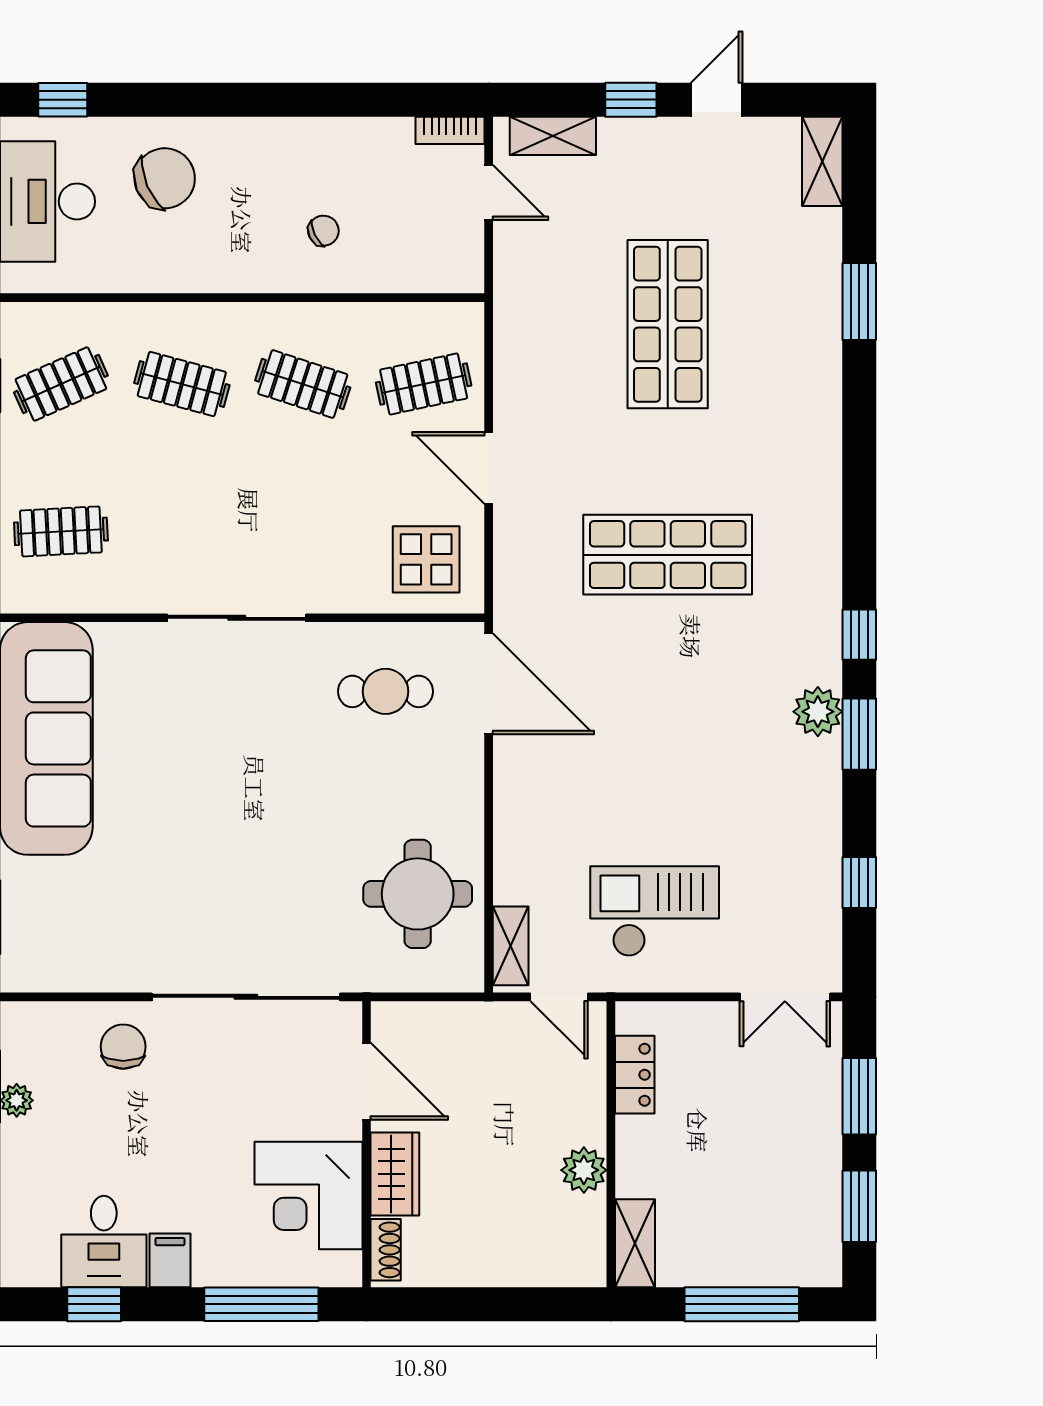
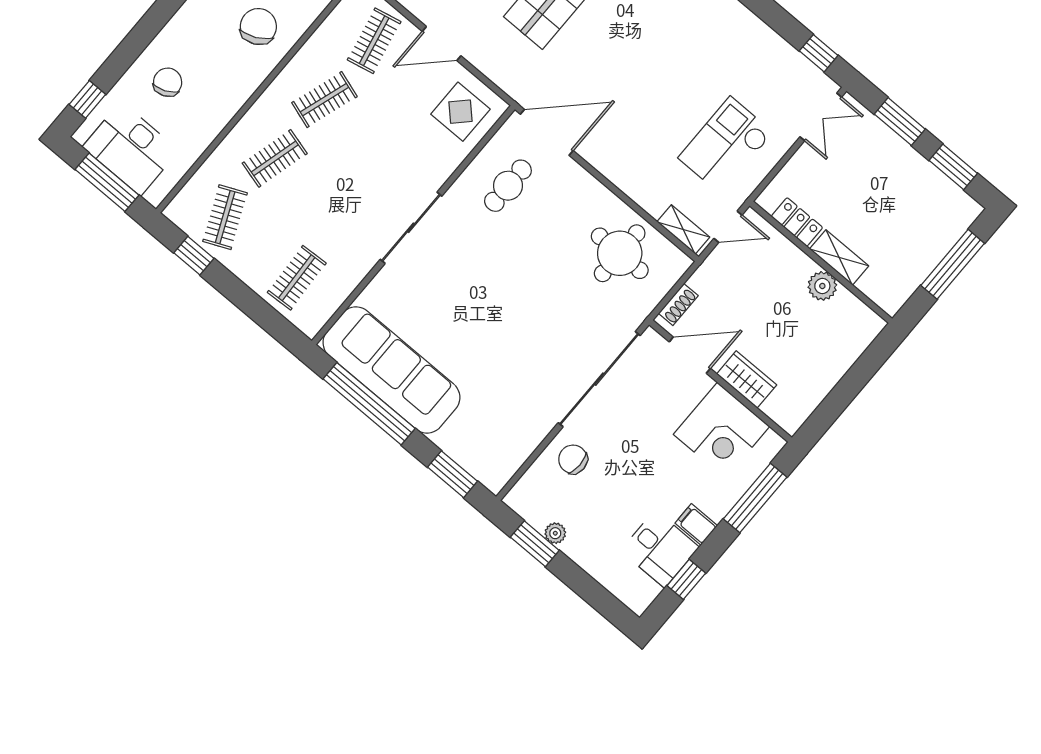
chair: (165, 178) -> (168, 82), width x0.73, depth x0.73
chair: (323, 231) -> (258, 26), width x1.87, depth x1.87
window: (859, 883) -> (819, 53), moved
shelving: (635, 1243) -> (839, 257), moved
shoe rack: (386, 1250) -> (678, 304), moved, turned 90

